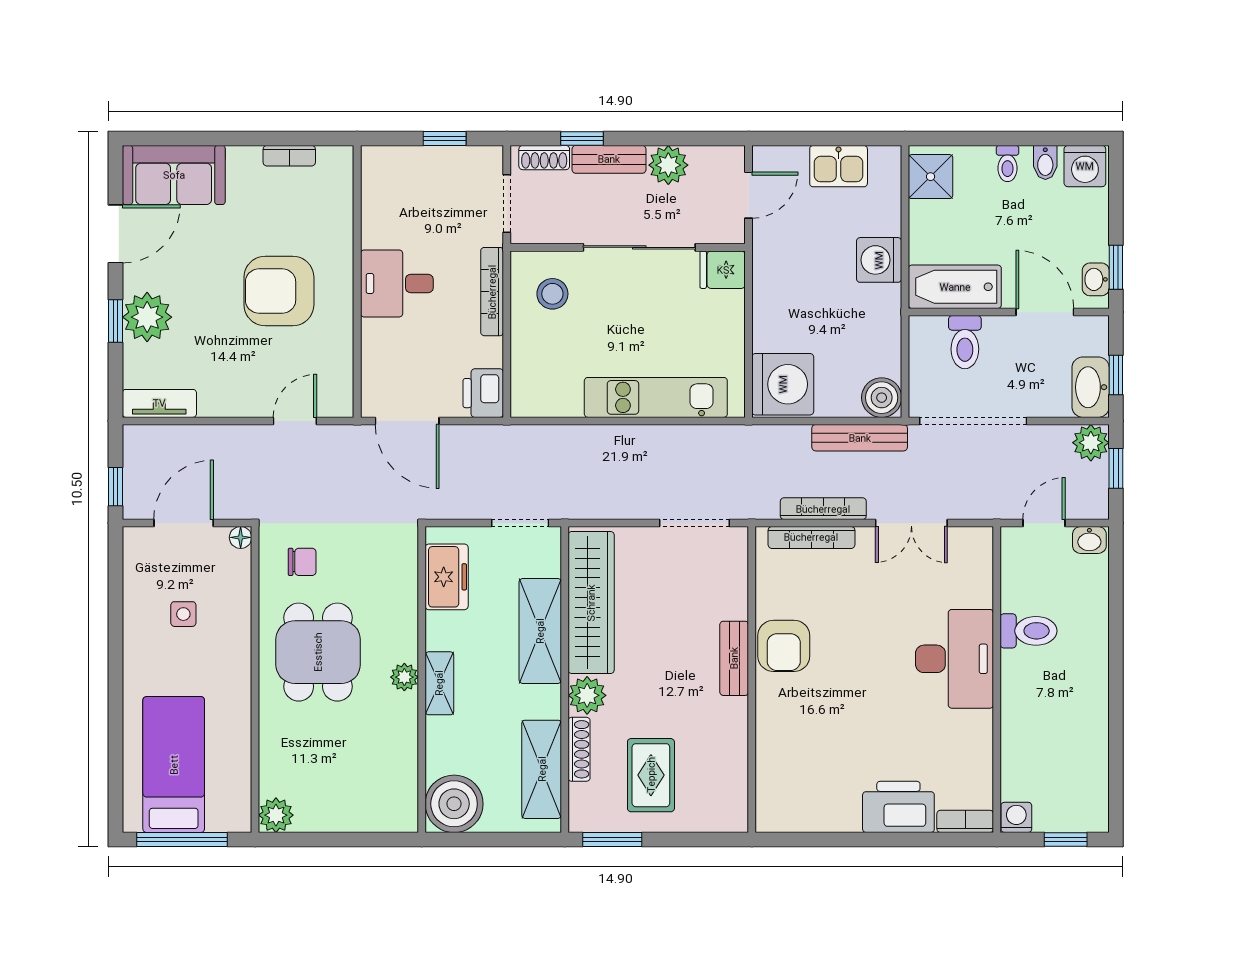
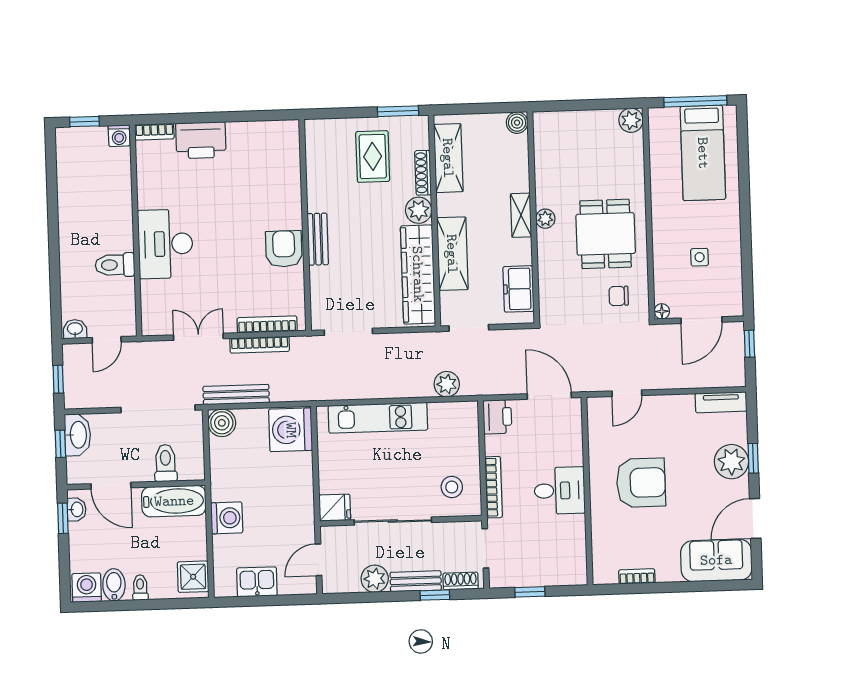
bidet: (1045, 162) -> (114, 585), width x1.38, depth x1.36
plant: (1091, 443) -> (447, 384), moved
boiler: (454, 804) -> (517, 123), width x0.54, depth x0.54

